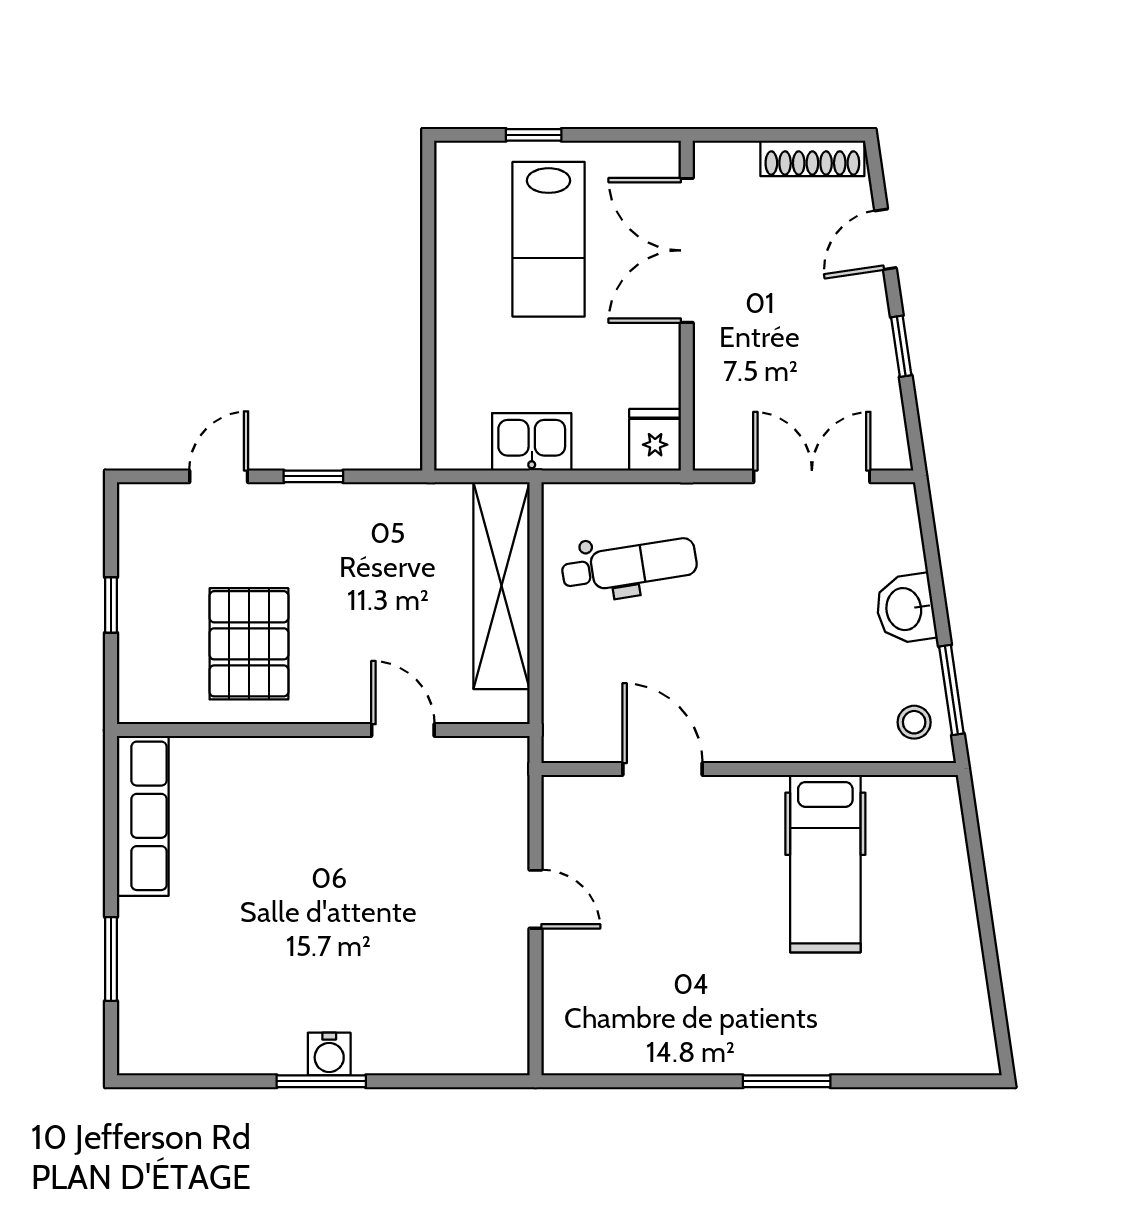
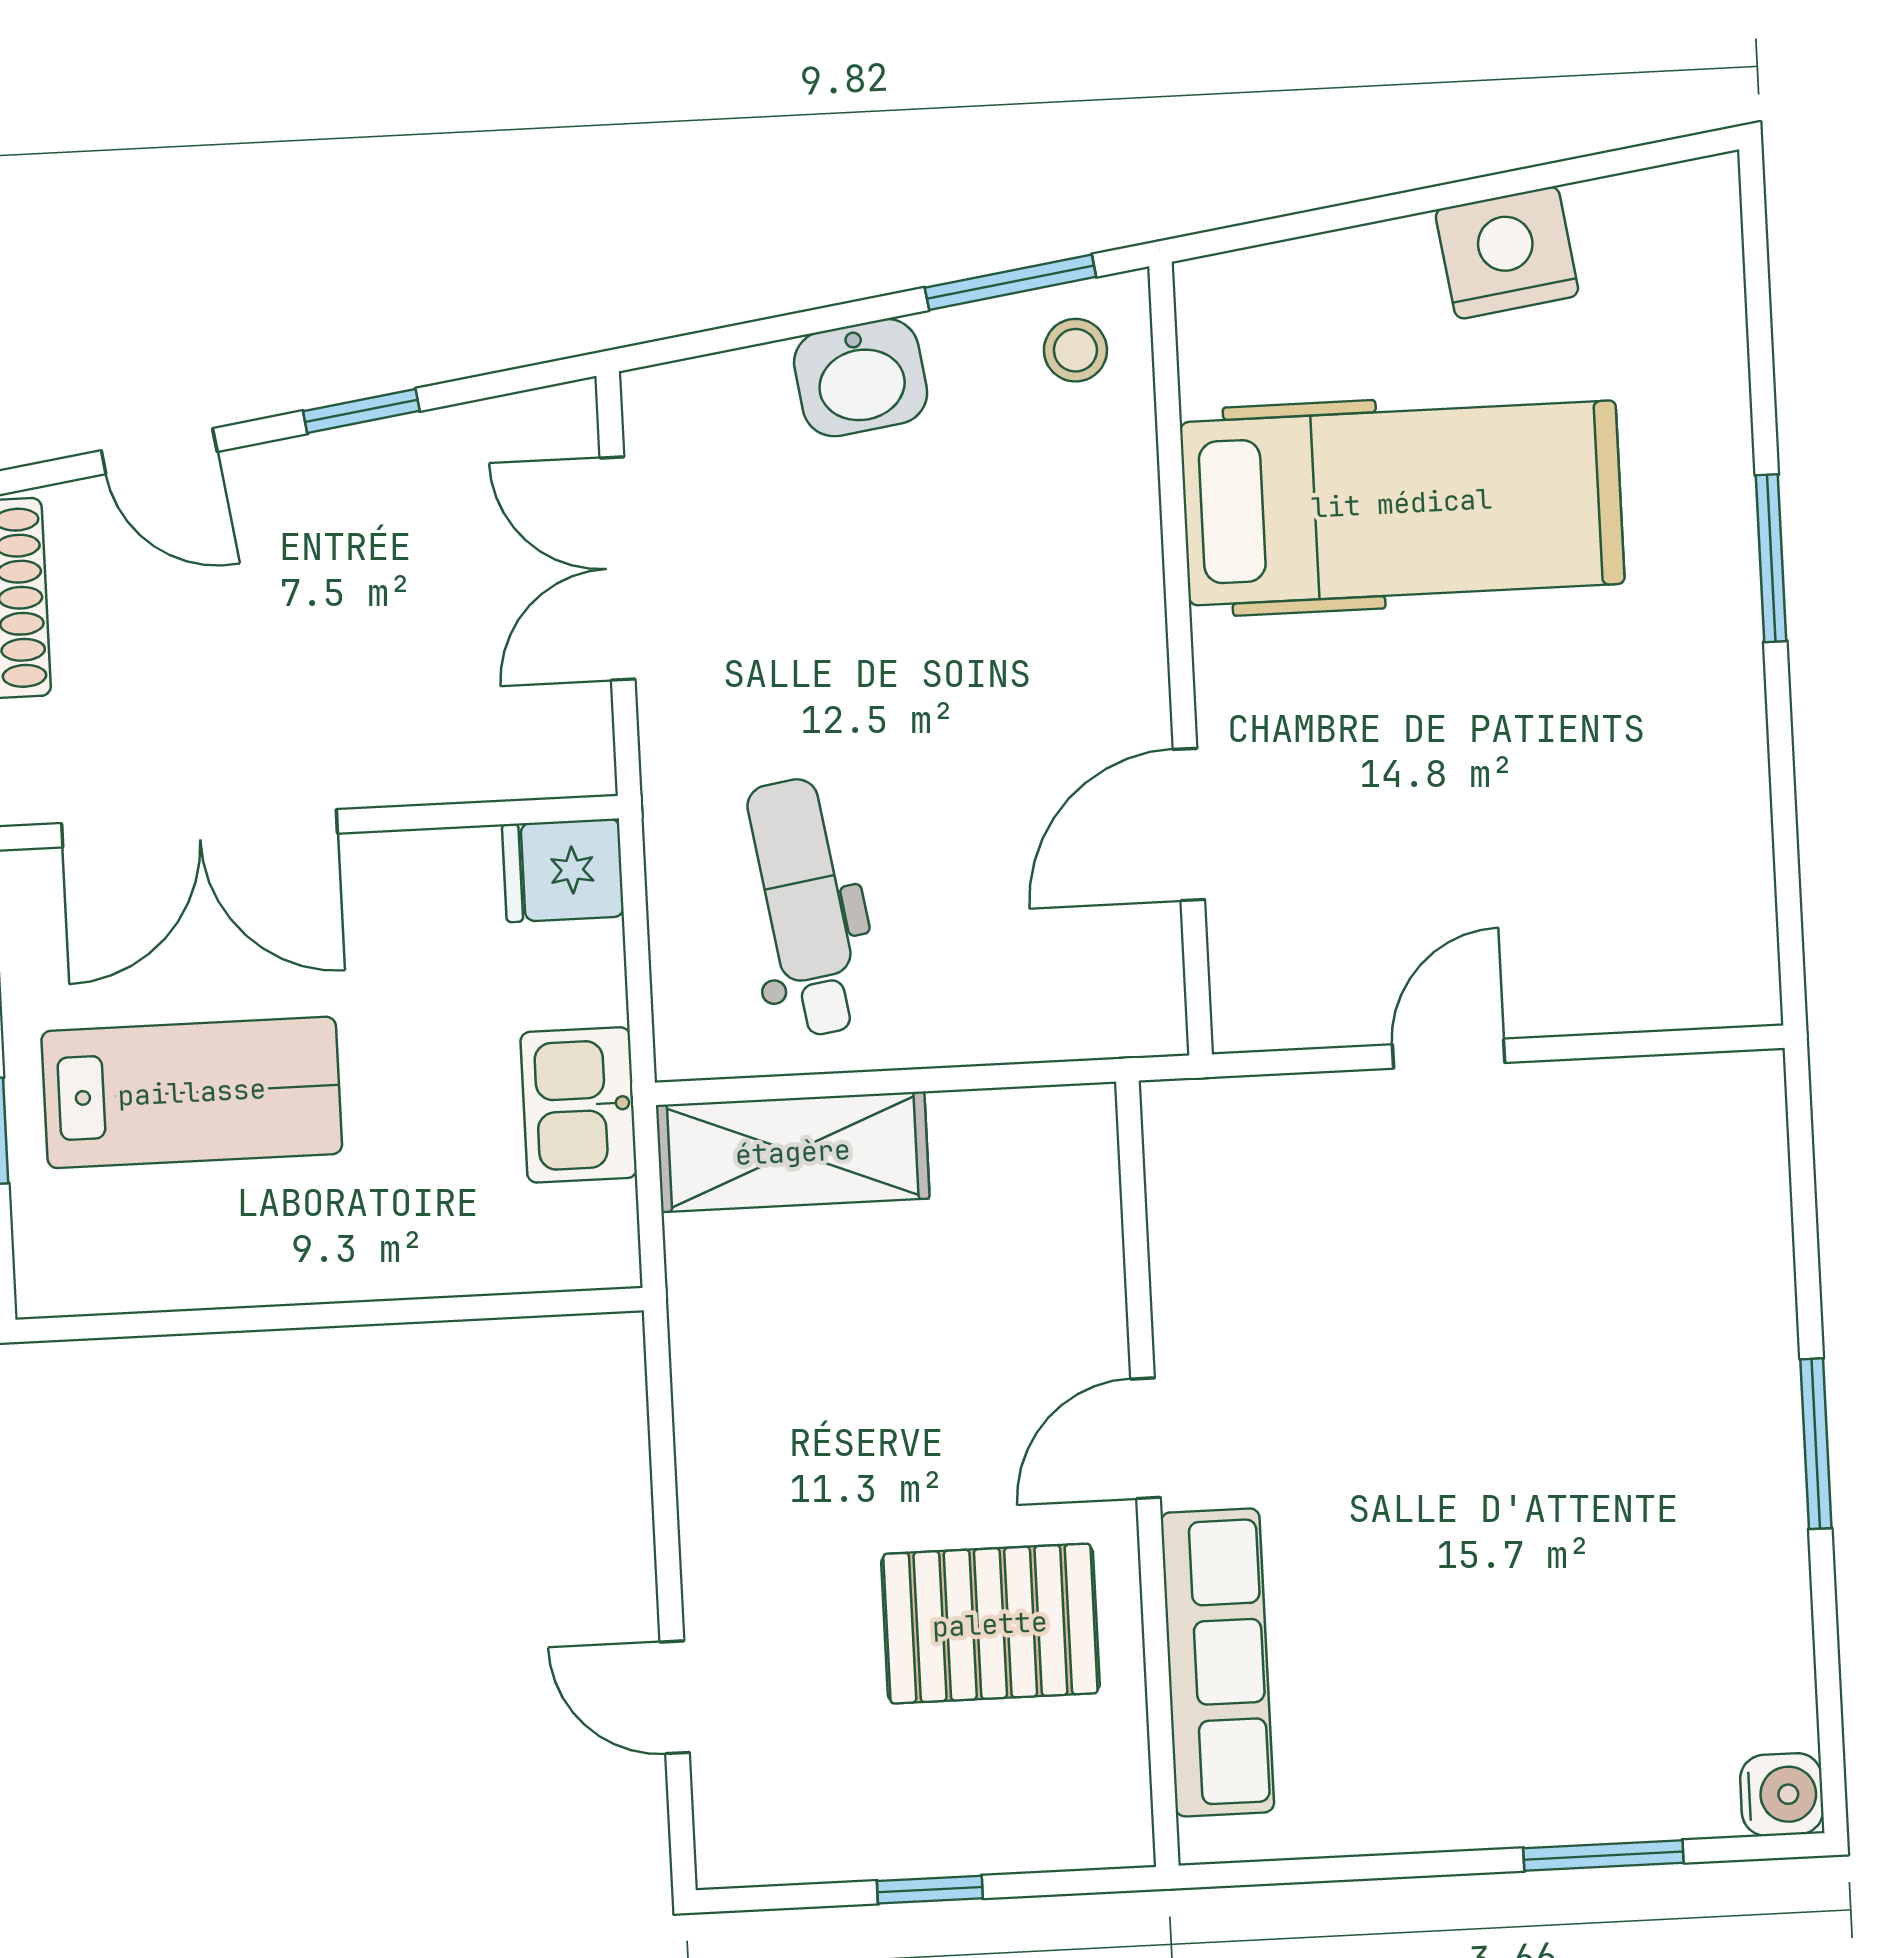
window: (313, 476) -> (666, 1517), removed
shelving: (501, 586) -> (793, 1152), width x0.68
door: (403, 730) -> (1146, 1438), moved
row of seats: (143, 816) -> (1217, 1662), moved, turned 90
hospital bed: (825, 864) -> (1402, 503), width x1.37, depth x1.29
nightstand: (954, 951) -> (1507, 253), added
water cooler: (329, 1054) -> (1782, 1795), moved

